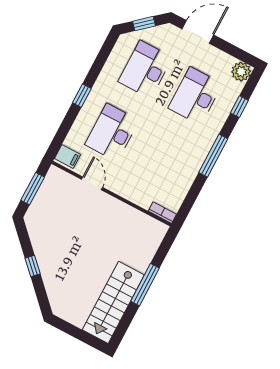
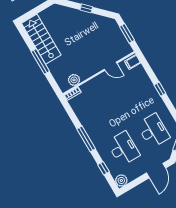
desk: (112, 132) -> (131, 93), removed
plant: (142, 222) -> (74, 80), added

